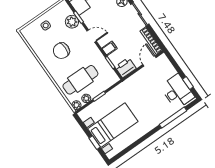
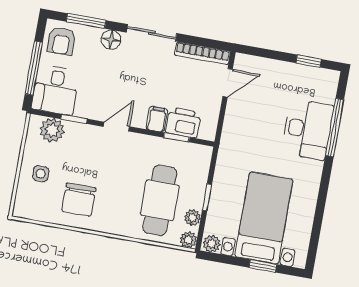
plant: (72, 22) -> (52, 130), moved
chair: (61, 51) -> (79, 200), moved
door: (149, 61) -> (228, 83), swing flipped
printer: (126, 68) -> (183, 123), moved, turned 90
desk: (177, 92) -> (308, 129), moved, turned 90
plant: (84, 115) -> (212, 244), added

